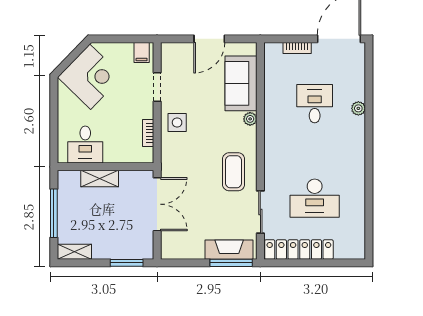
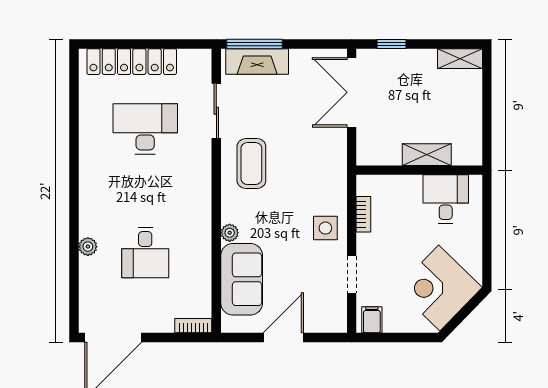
bookcase: (297, 48) -> (193, 326), moved
double door: (157, 204) -> (352, 92), moved
window: (54, 213) -> (487, 109), removed
locker: (299, 250) -> (132, 62), moved
window: (127, 263) -> (391, 44), width x0.67

